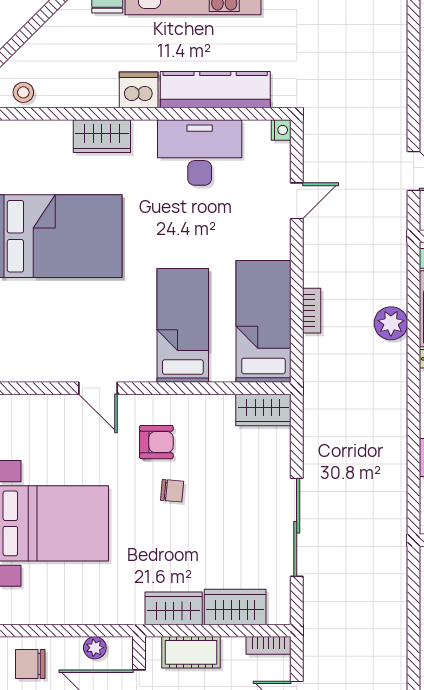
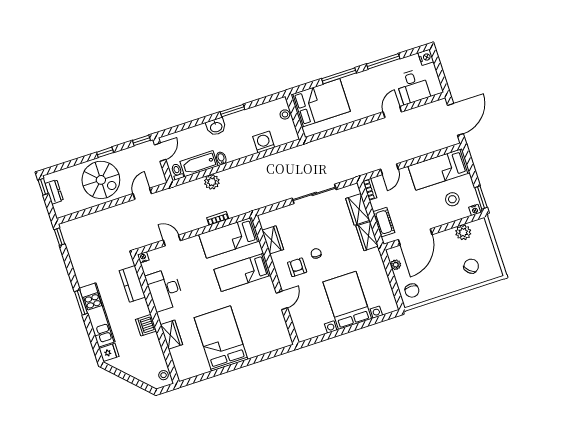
kitchen counter: (215, 90) -> (132, 284), width x0.67
wardrobe: (263, 410) -> (273, 240), moved

